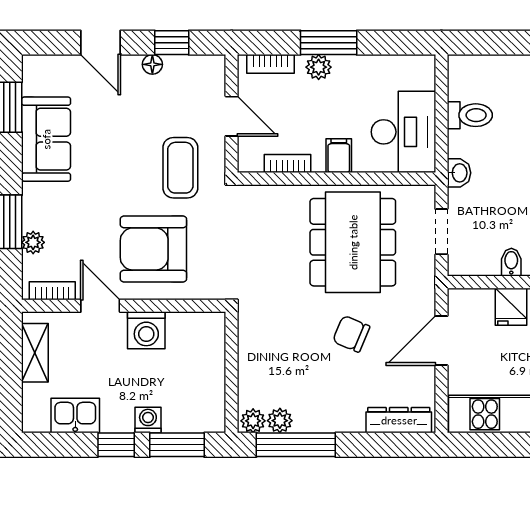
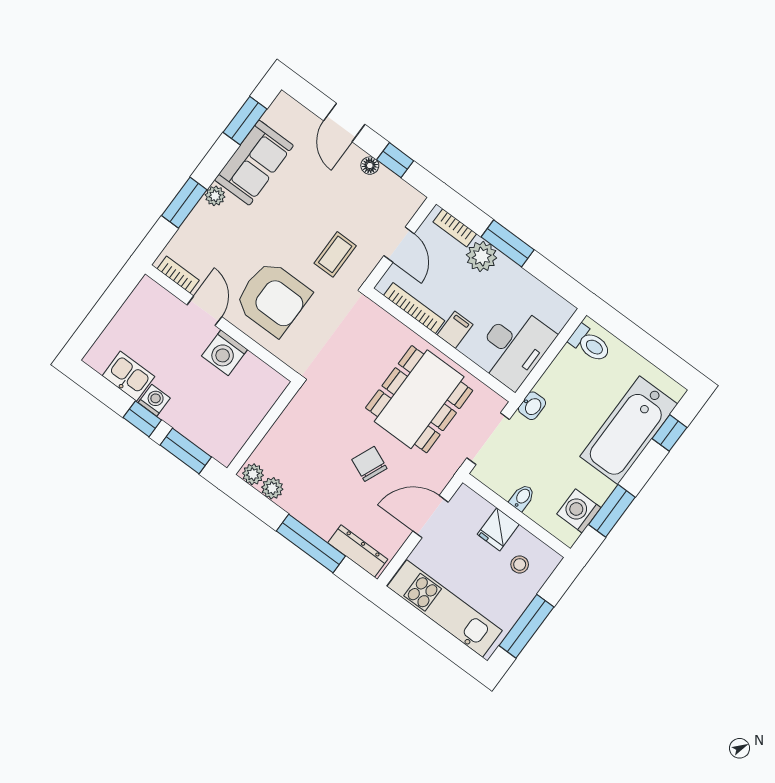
plant: (319, 67) -> (482, 256), width x1.38, depth x1.38
toilet: (470, 115) -> (590, 344), moved
bookcase: (288, 163) -> (414, 308), width x1.56
coffee table: (180, 168) -> (335, 254), width x0.73, depth x0.77
doorway: (441, 232) -> (488, 439), width x1.38
plant: (33, 242) -> (215, 196), moved
armchair: (153, 249) -> (273, 298), turned 180
shelving: (35, 353) -> (133, 310), removed
washing machine: (148, 420) -> (154, 400), moved
window: (296, 445) -> (311, 544), moved

